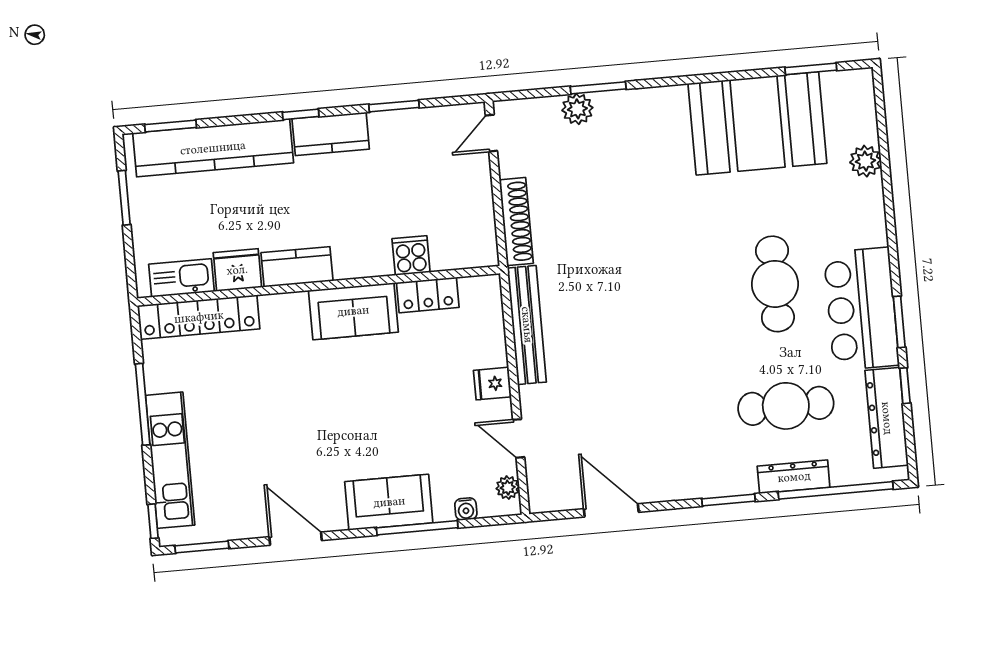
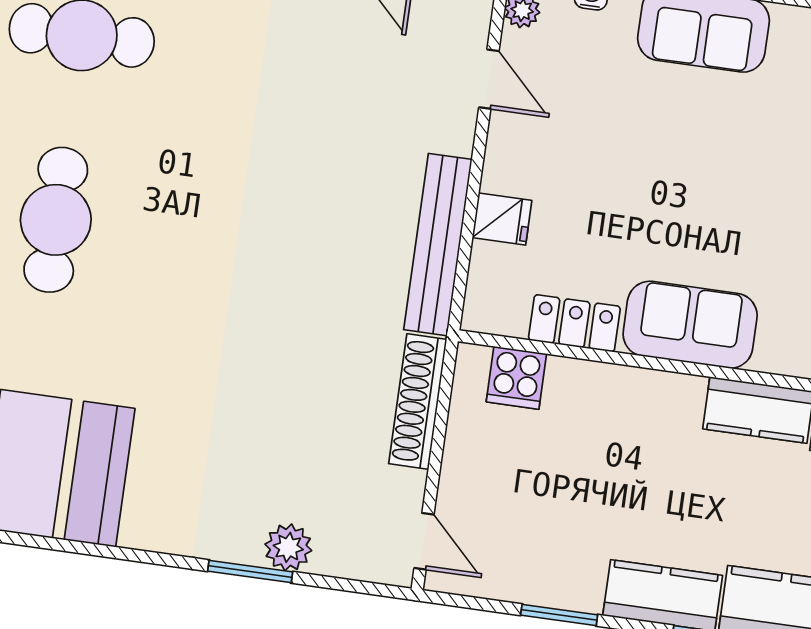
door: (491, 133) -> (424, 541), hinge flipped
cooker: (411, 256) -> (516, 378), moved
fridge: (492, 384) -> (502, 219), moved

